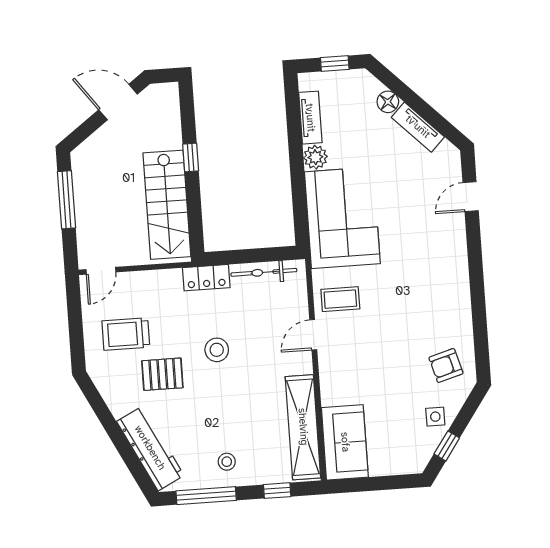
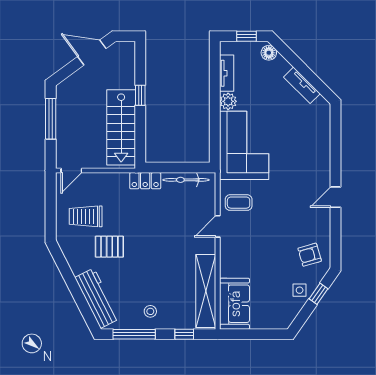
floor lamp: (388, 102) -> (269, 53), moved
door: (471, 197) -> (336, 197), moved
stool: (217, 350) -> (149, 232), removed
window: (447, 446) -> (319, 294), moved

